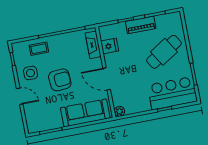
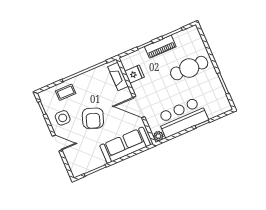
cafe table: (164, 52) -> (189, 68), turned 32
armchair: (60, 80) -> (93, 118), turned 114
bar counter: (172, 93) -> (182, 117), moved

